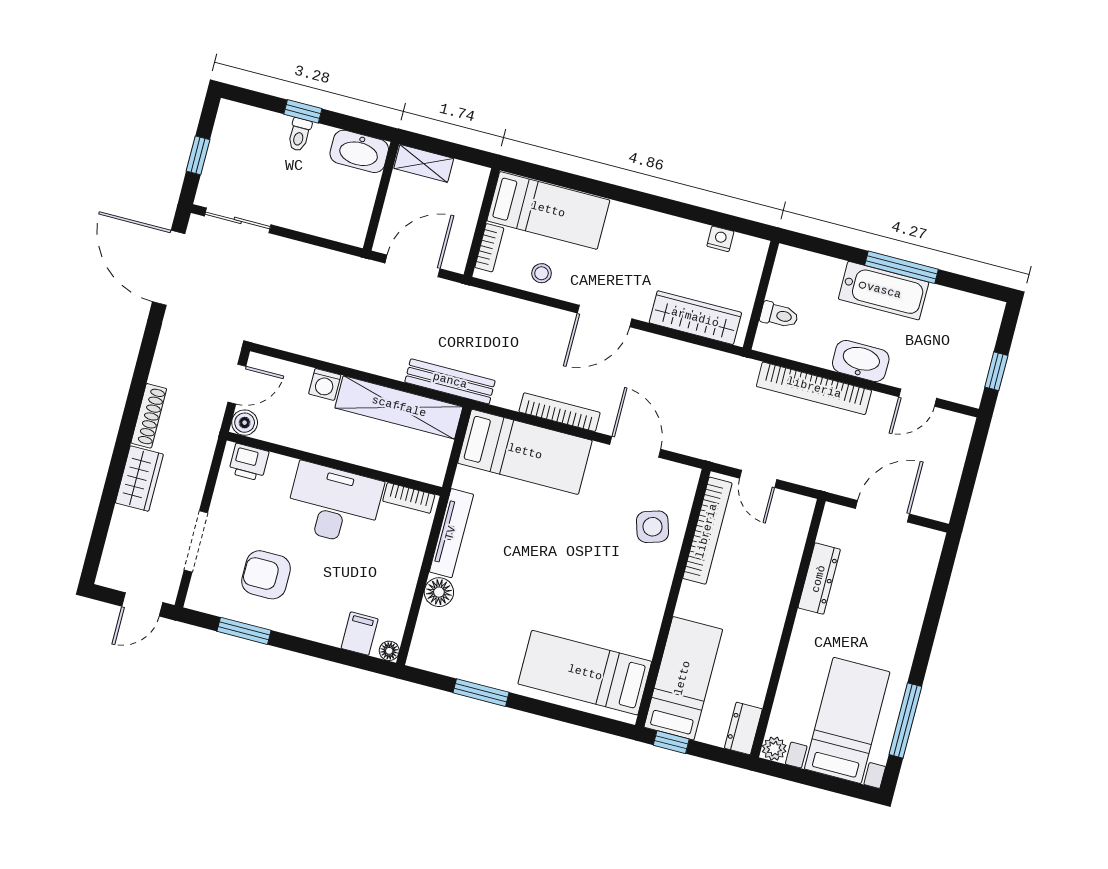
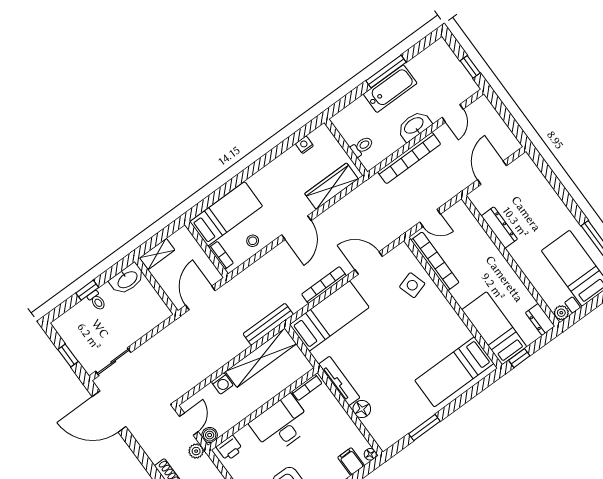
plant: (210, 422) -> (196, 451), added

